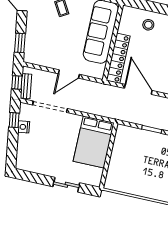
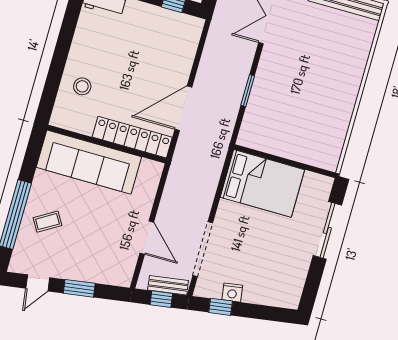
window: (20, 43) -> (79, 288), moved
door: (69, 74) -> (147, 238), moved
sliding door: (66, 185) -> (327, 230), width x1.37

